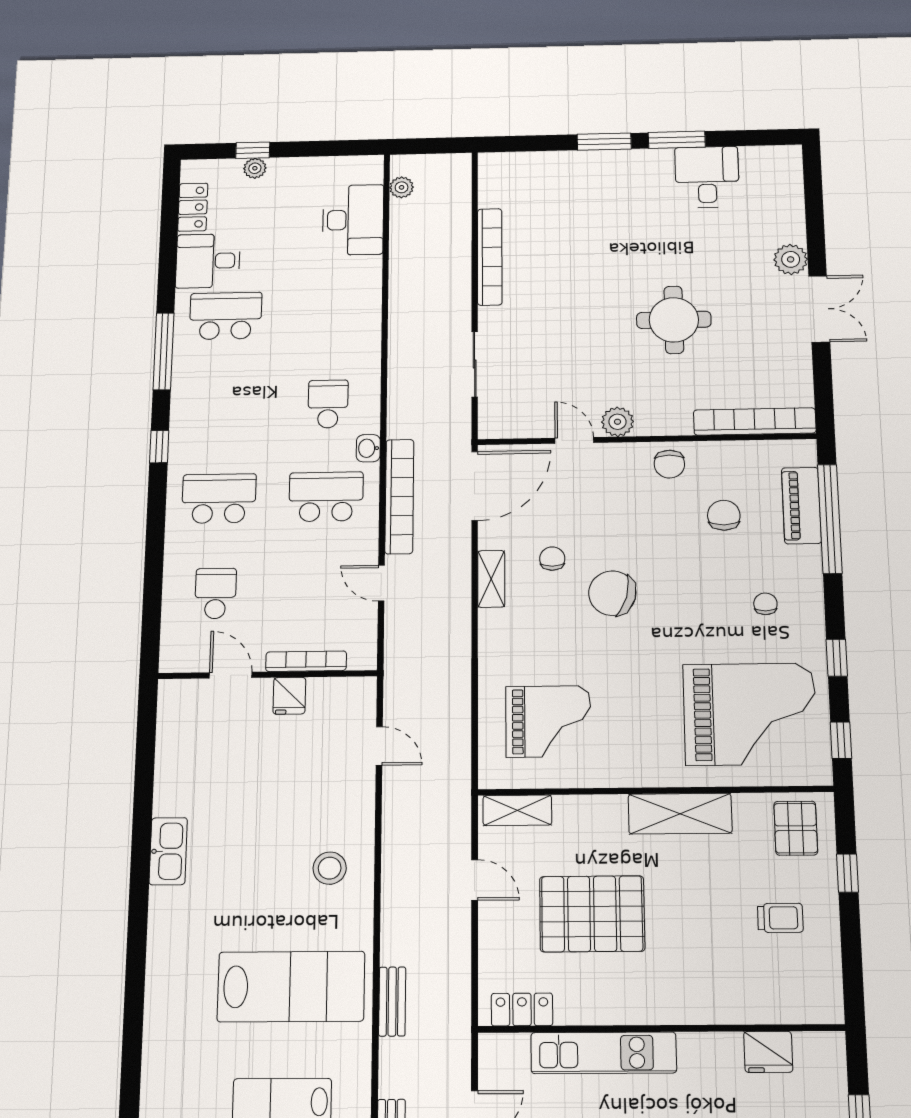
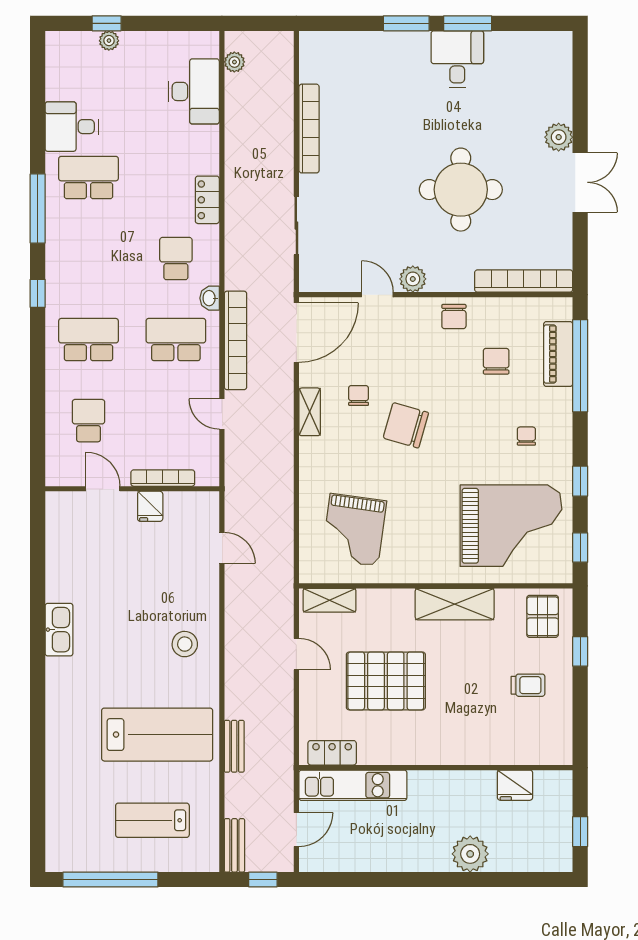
desk: (707, 177) -> (457, 59), moved
locker: (193, 207) -> (207, 200), moved, turned 180
round table: (674, 320) -> (461, 190), width x1.36, depth x1.36
grand piano: (548, 721) -> (354, 530), turned 98
kitchen unit: (604, 1053) -> (353, 785), moved

